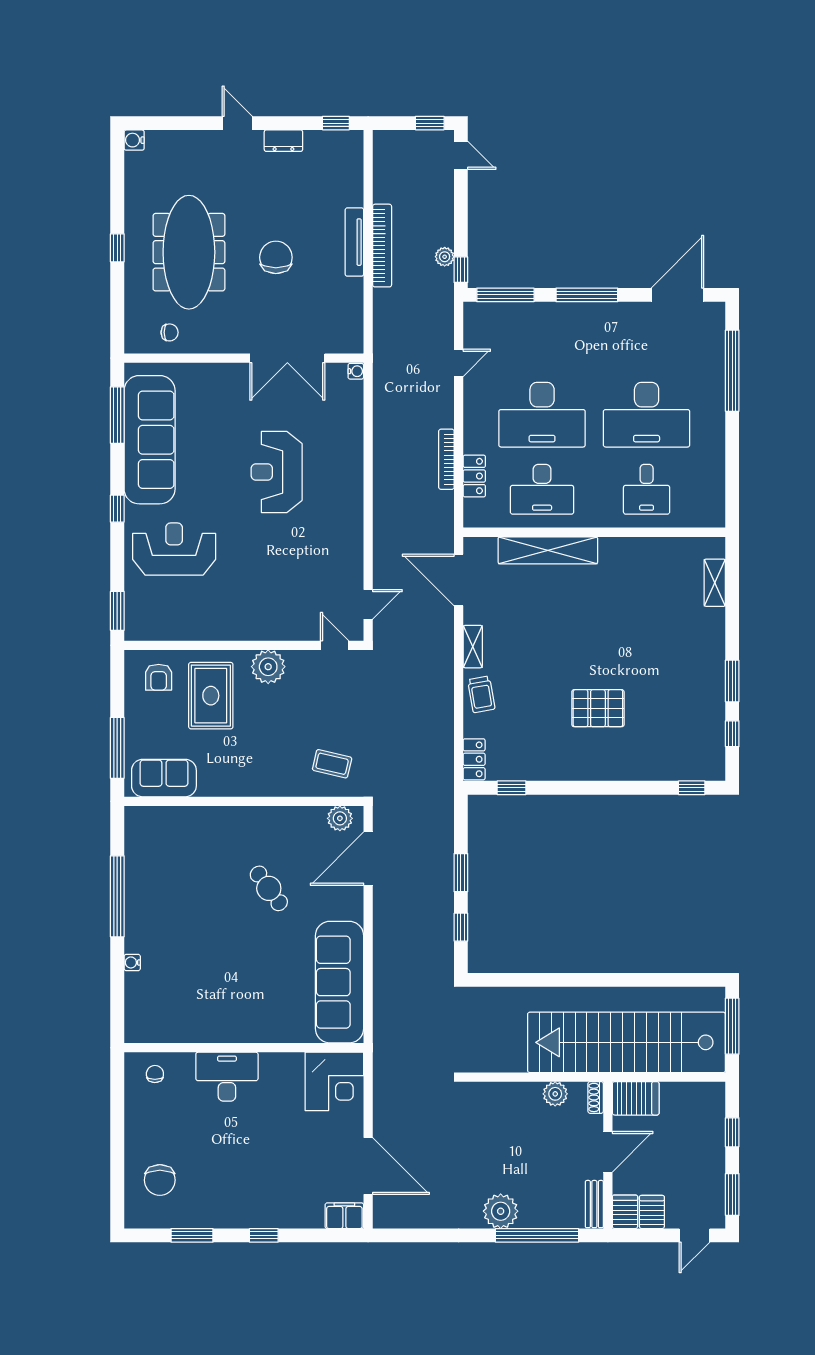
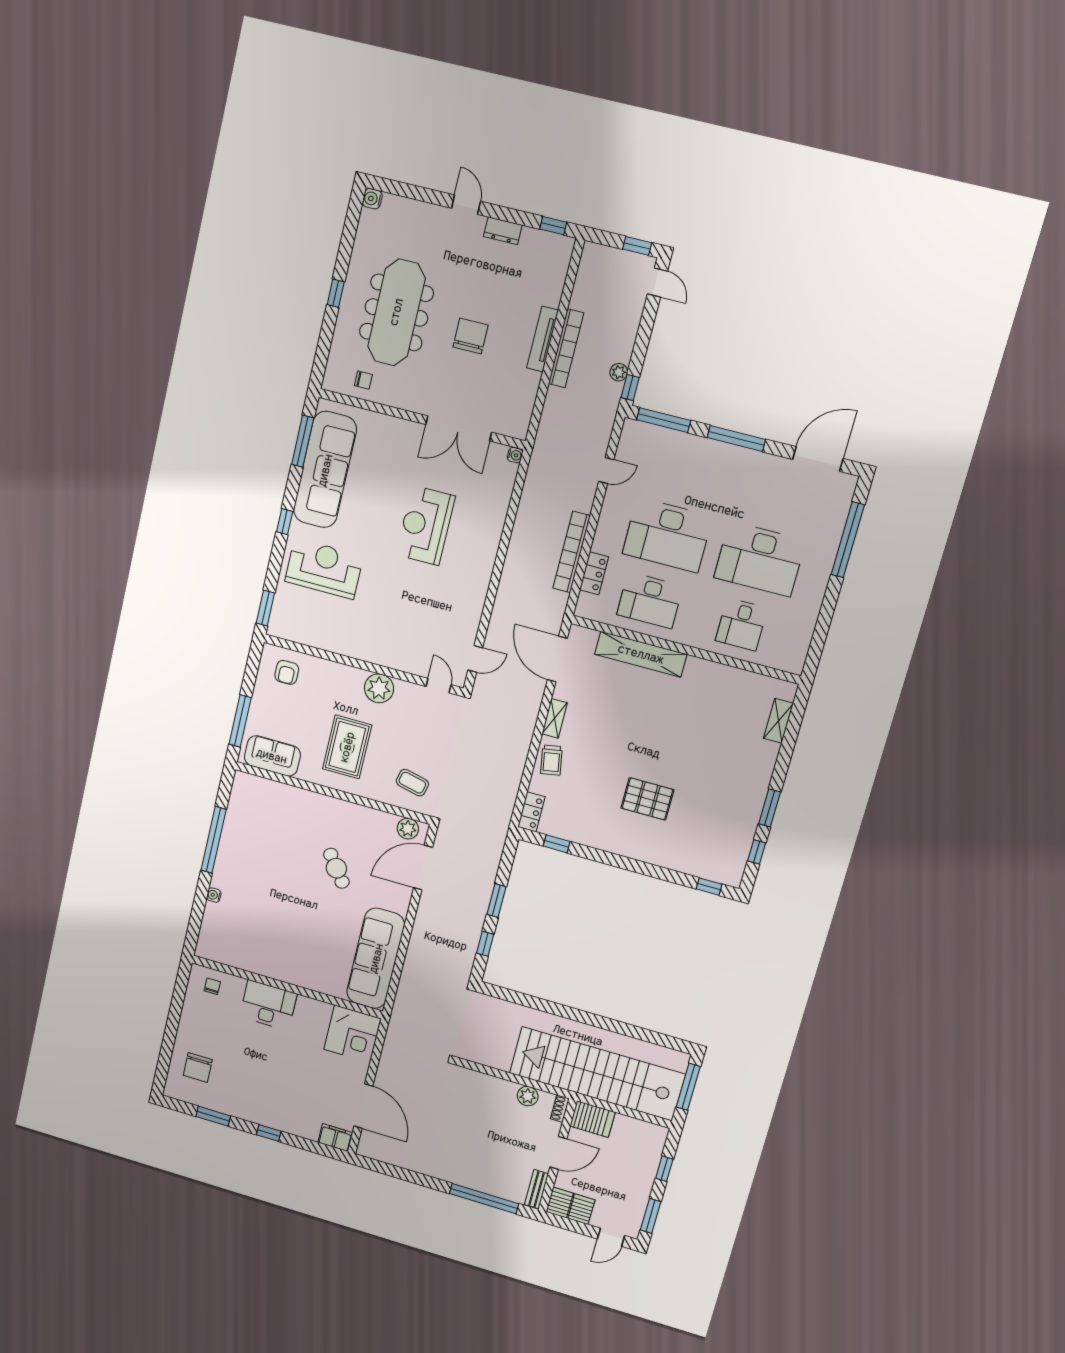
bookcase: (446, 459) -> (572, 552), width x1.48, depth x1.31
rug: (211, 696) -> (347, 747), moved
plant: (501, 1211) -> (460, 1172), removed

